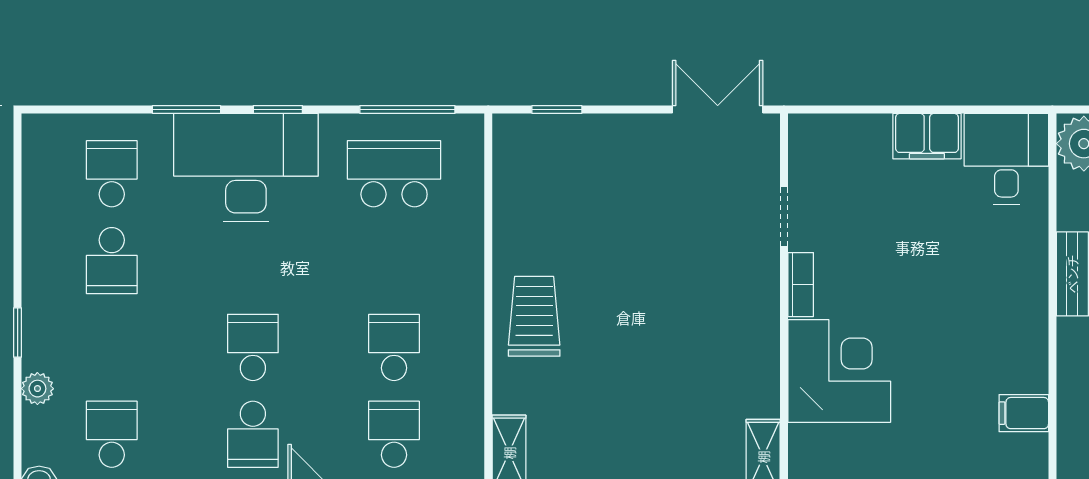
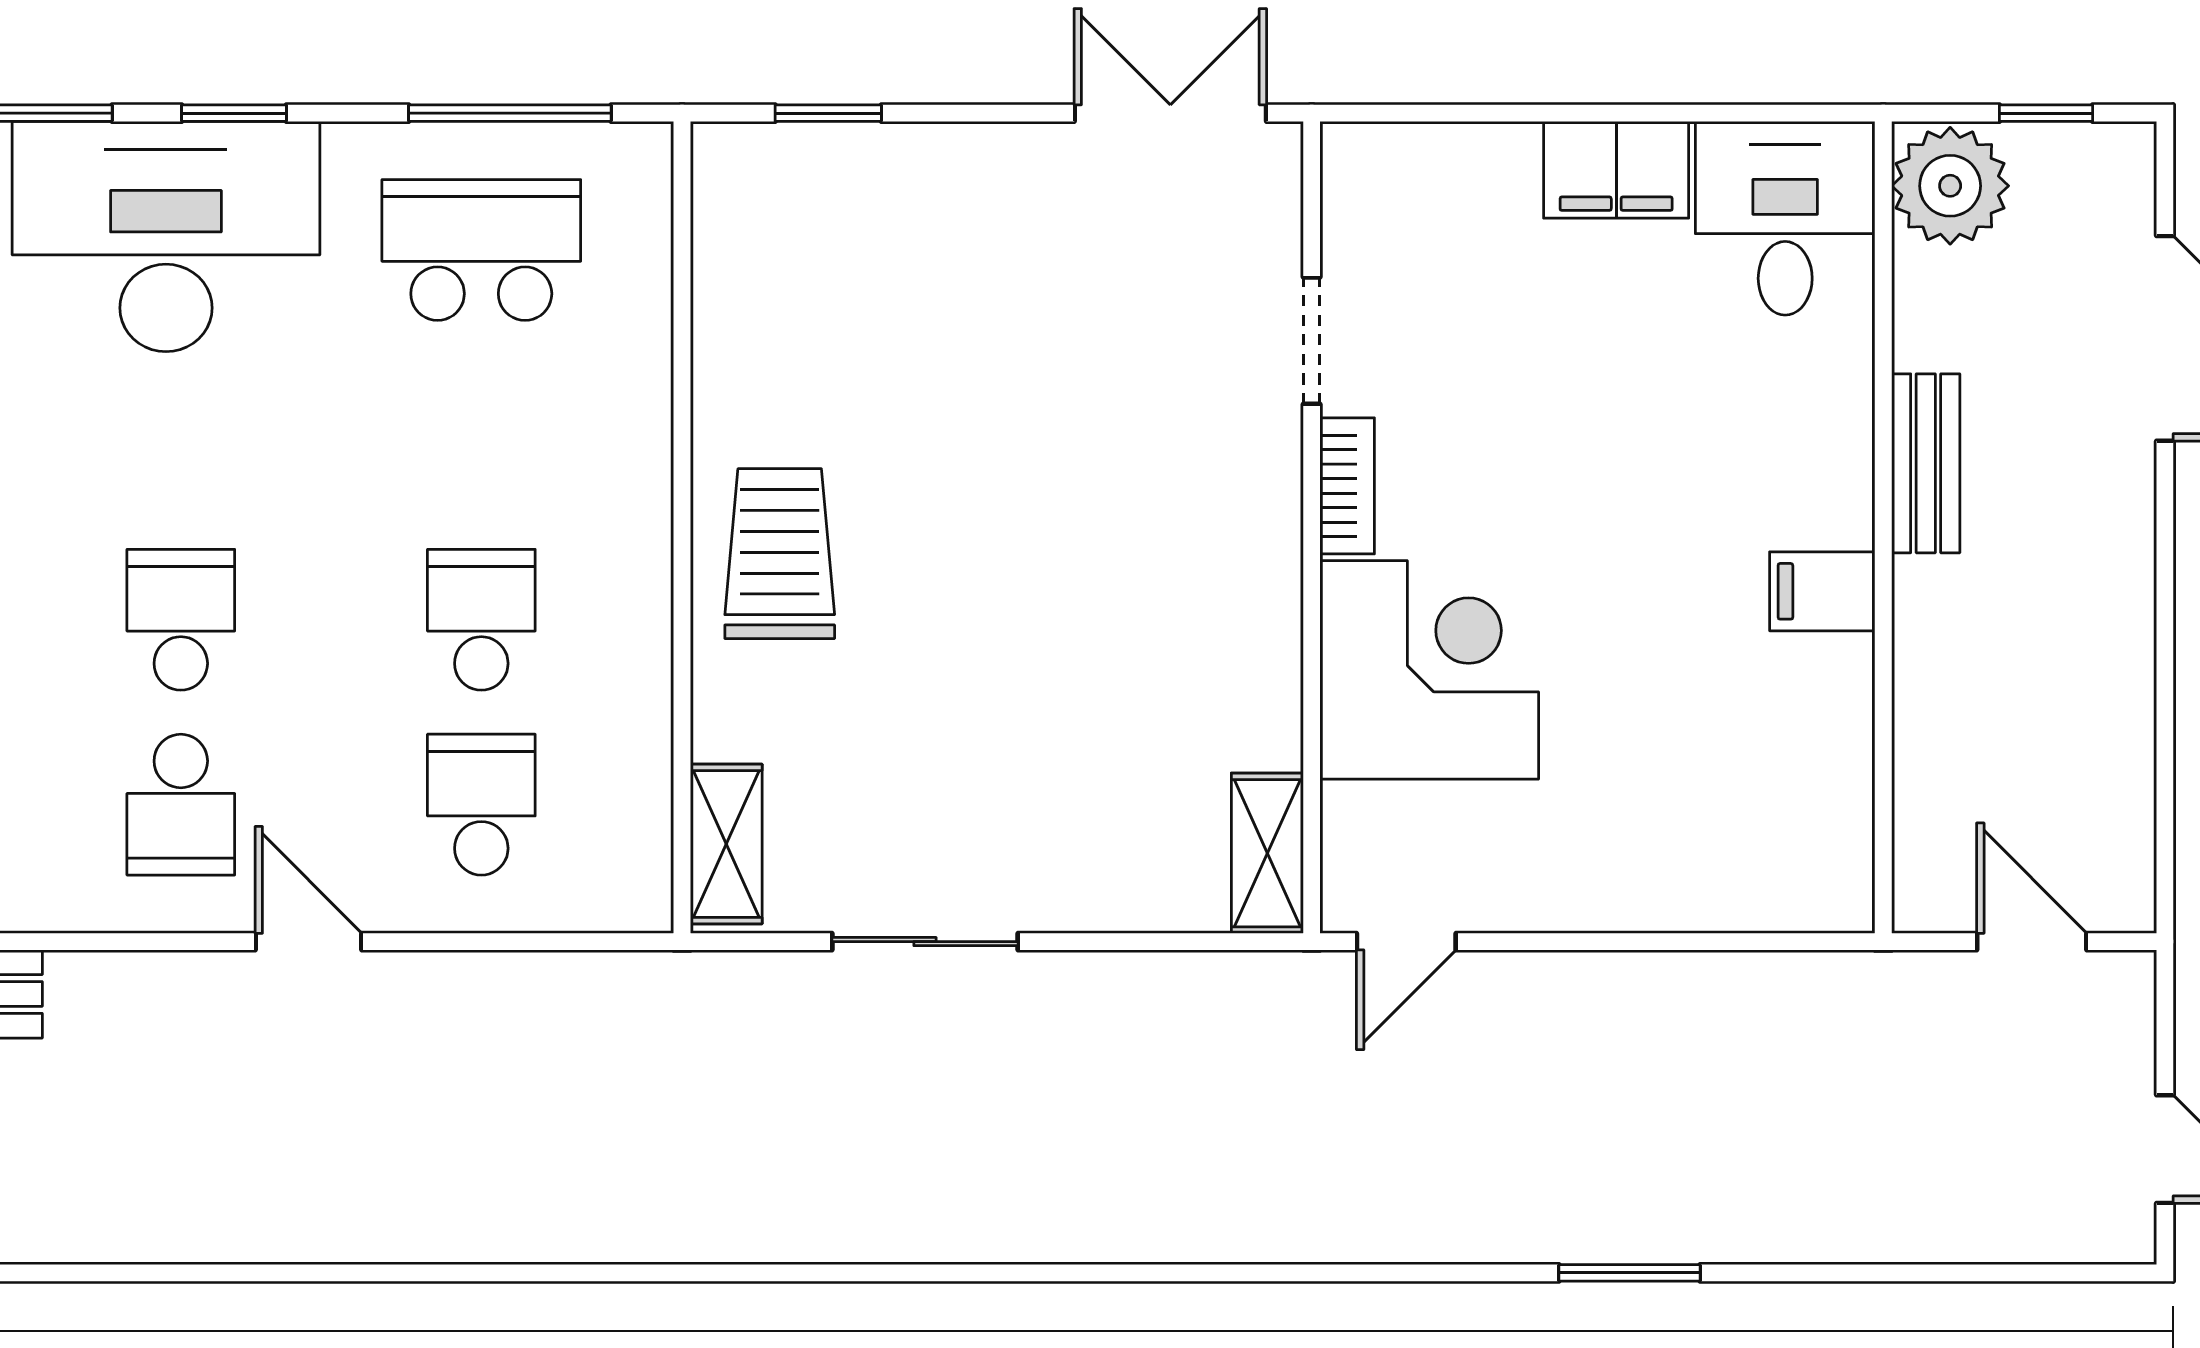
filing cabinet: (1024, 413) -> (1822, 591), moved

